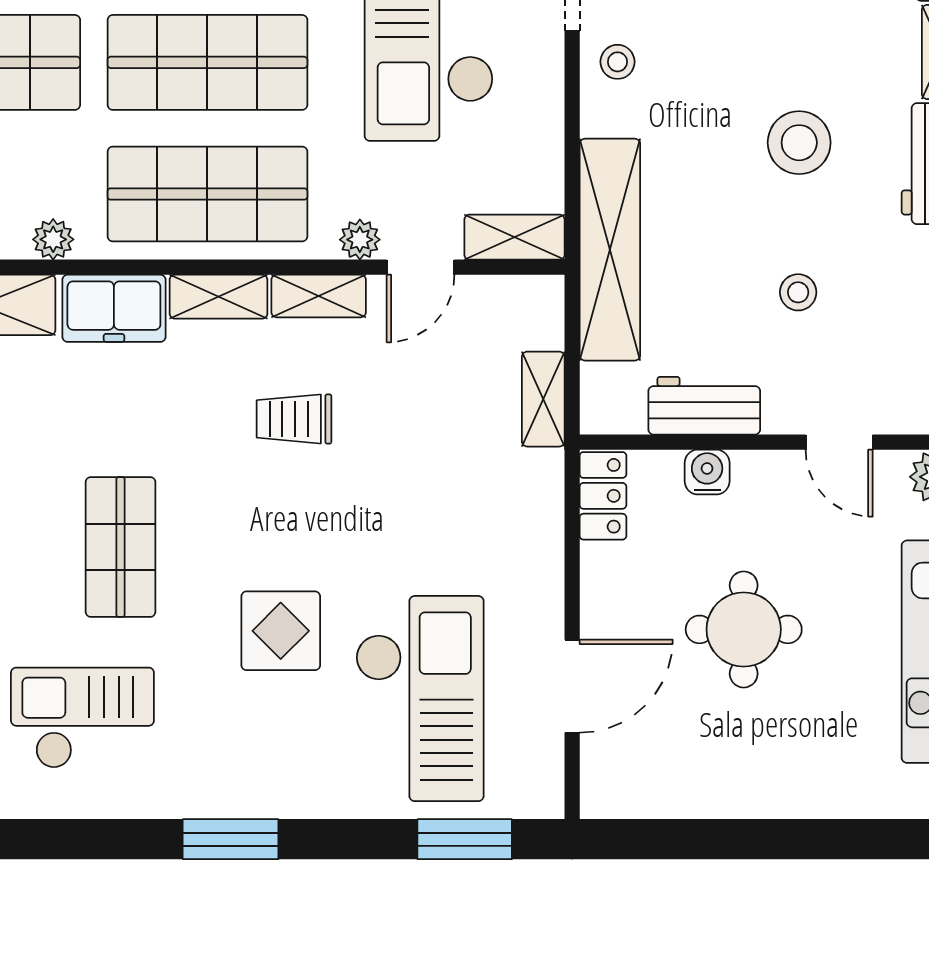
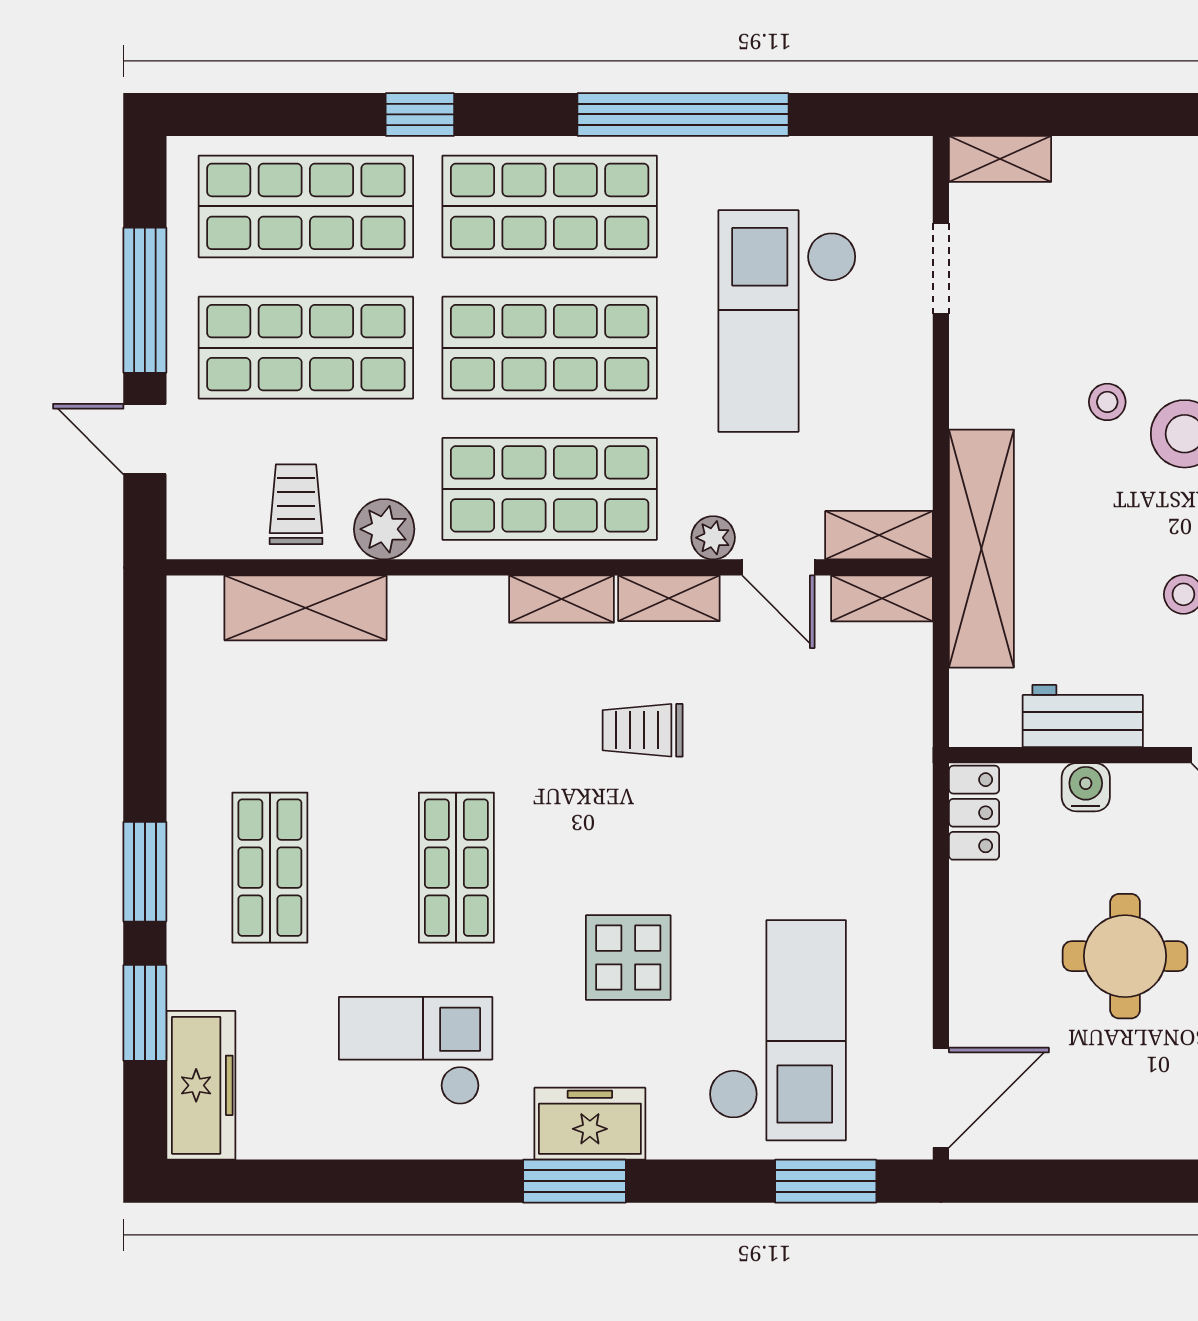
stool: (618, 62) -> (1107, 402), moved
plant: (53, 239) -> (384, 529), width x1.38, depth x1.38
door: (421, 267) -> (778, 567), hinge flipped
freezer: (114, 308) -> (590, 1124), moved, turned 180
shelving: (543, 399) -> (882, 598), moved, turned 90
door: (572, 686) -> (941, 1098), moved

